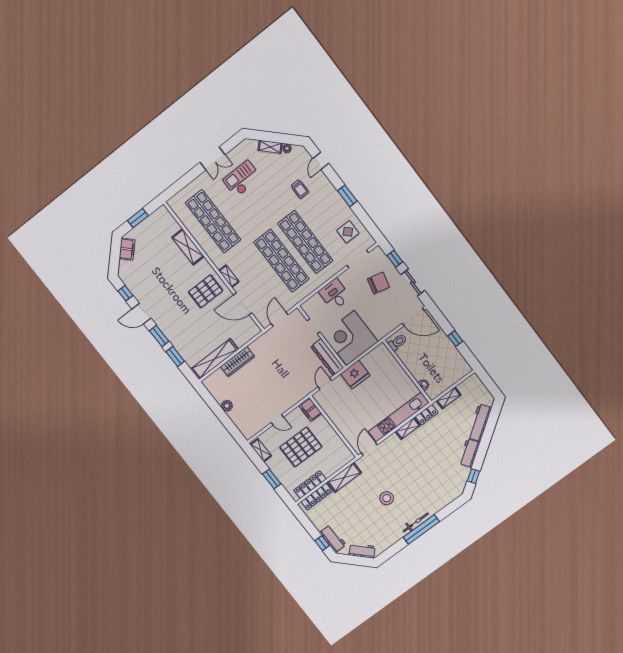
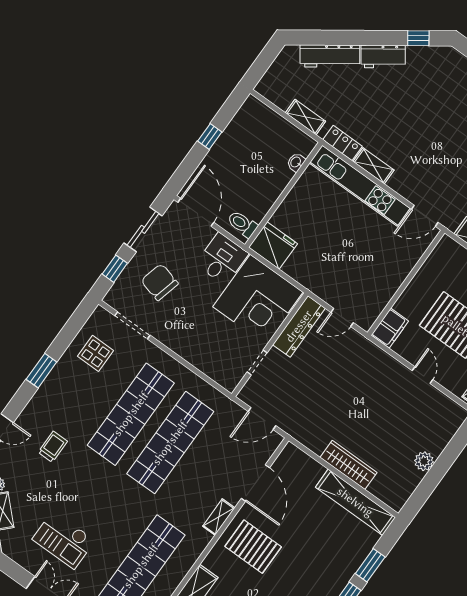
desk: (335, 294) -> (222, 259), moved, turned 180
fridge: (355, 375) -> (273, 245), moved

